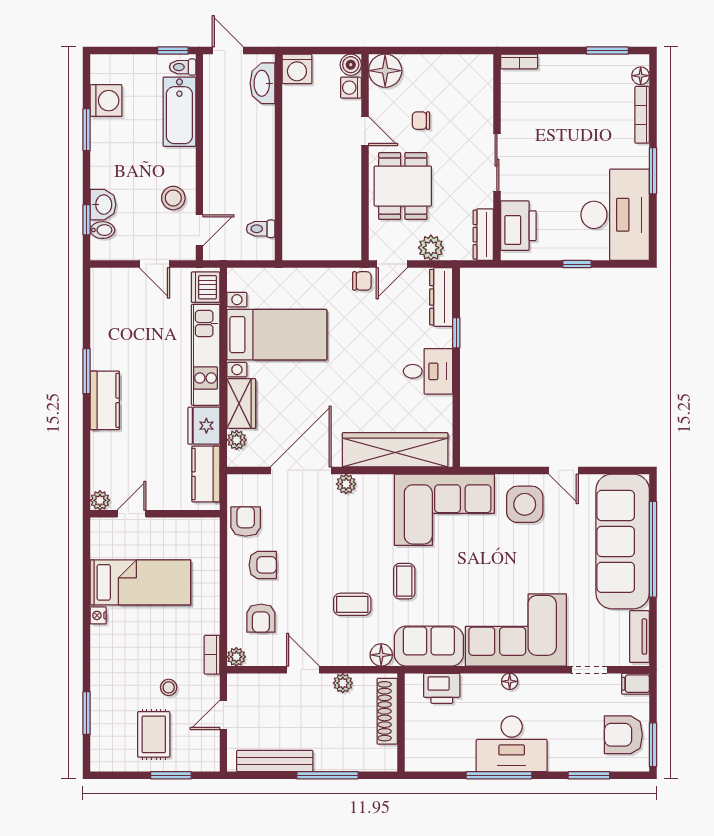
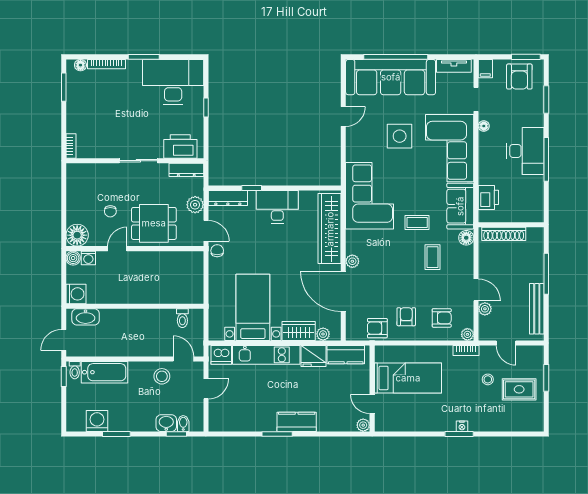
desk: (428, 371) -> (277, 207), width x1.37
side table: (525, 504) -> (400, 136), moved
bed: (140, 582) -> (408, 378), moved, turned 90
nightstand: (98, 615) -> (462, 426), moved
door: (303, 670) -> (476, 290), swing flipped
floor lamp: (510, 681) -> (484, 126), moved
plant: (343, 683) -> (485, 309), moved
window: (87, 713) -> (459, 434), moved

